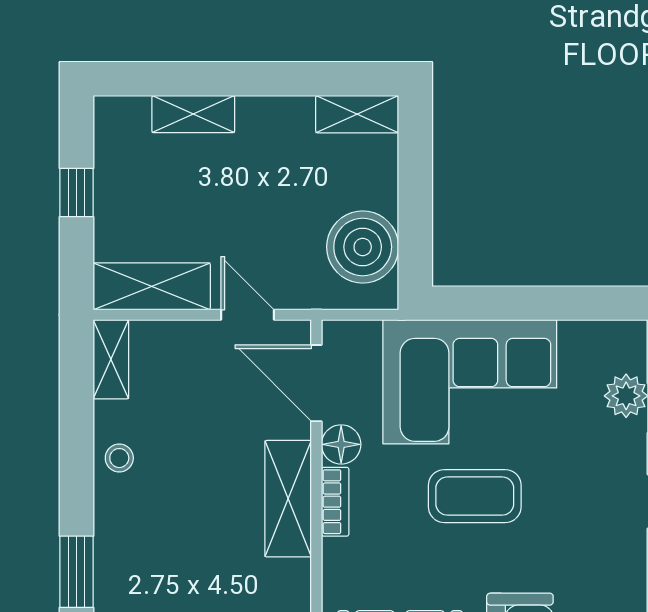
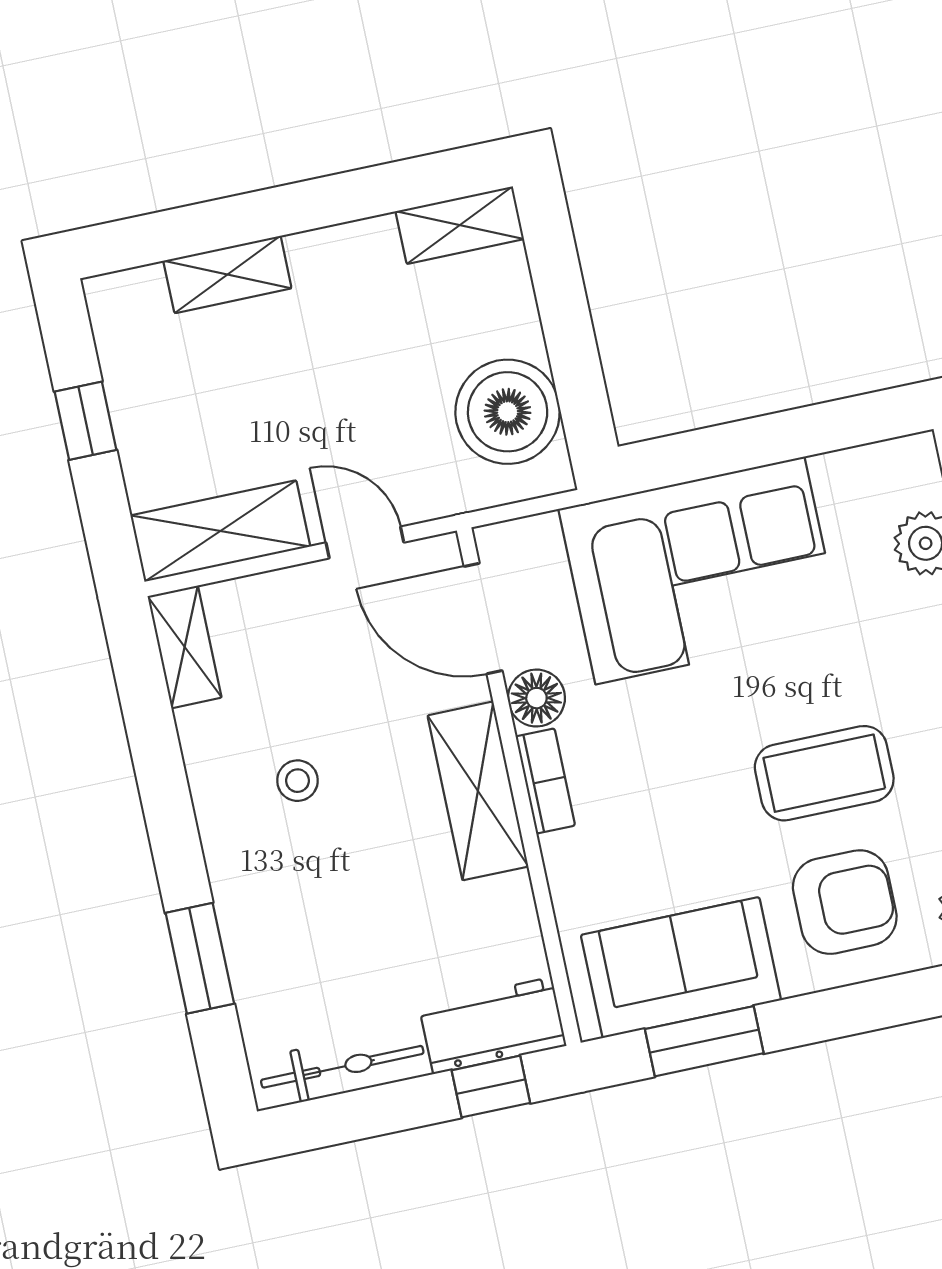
stool: (119, 458) -> (297, 781), moved
coffee table: (475, 496) -> (824, 773), moved

